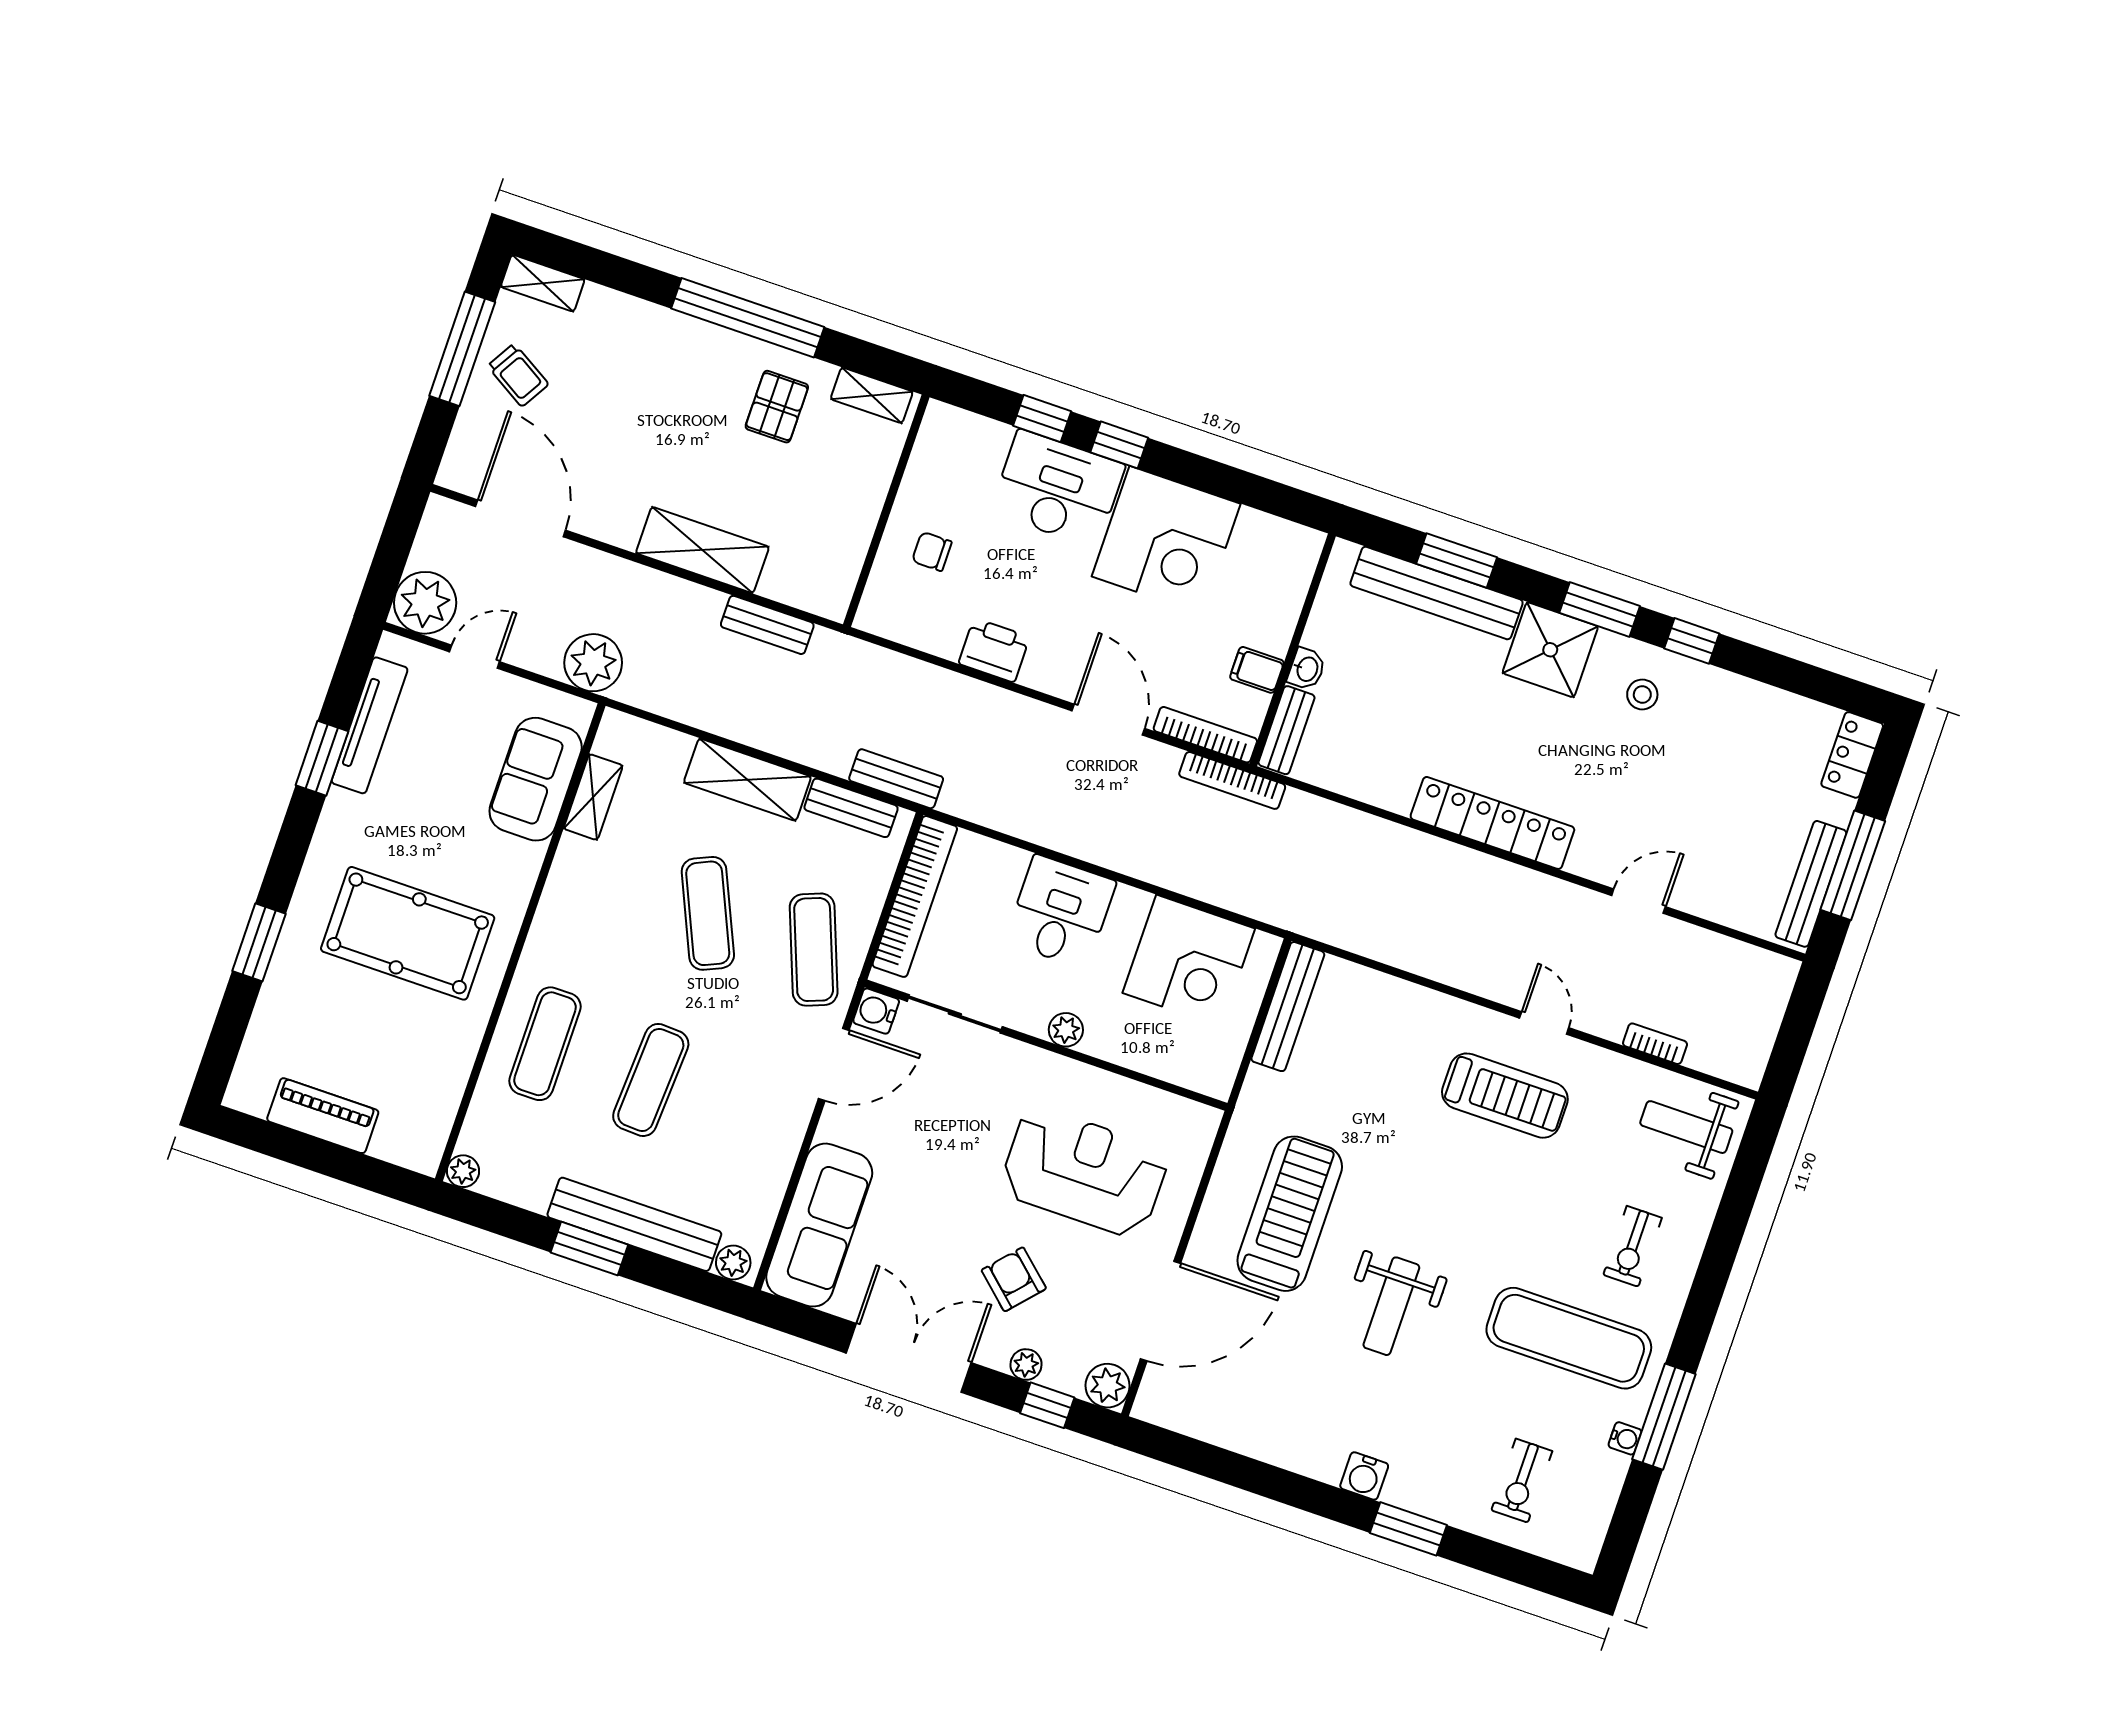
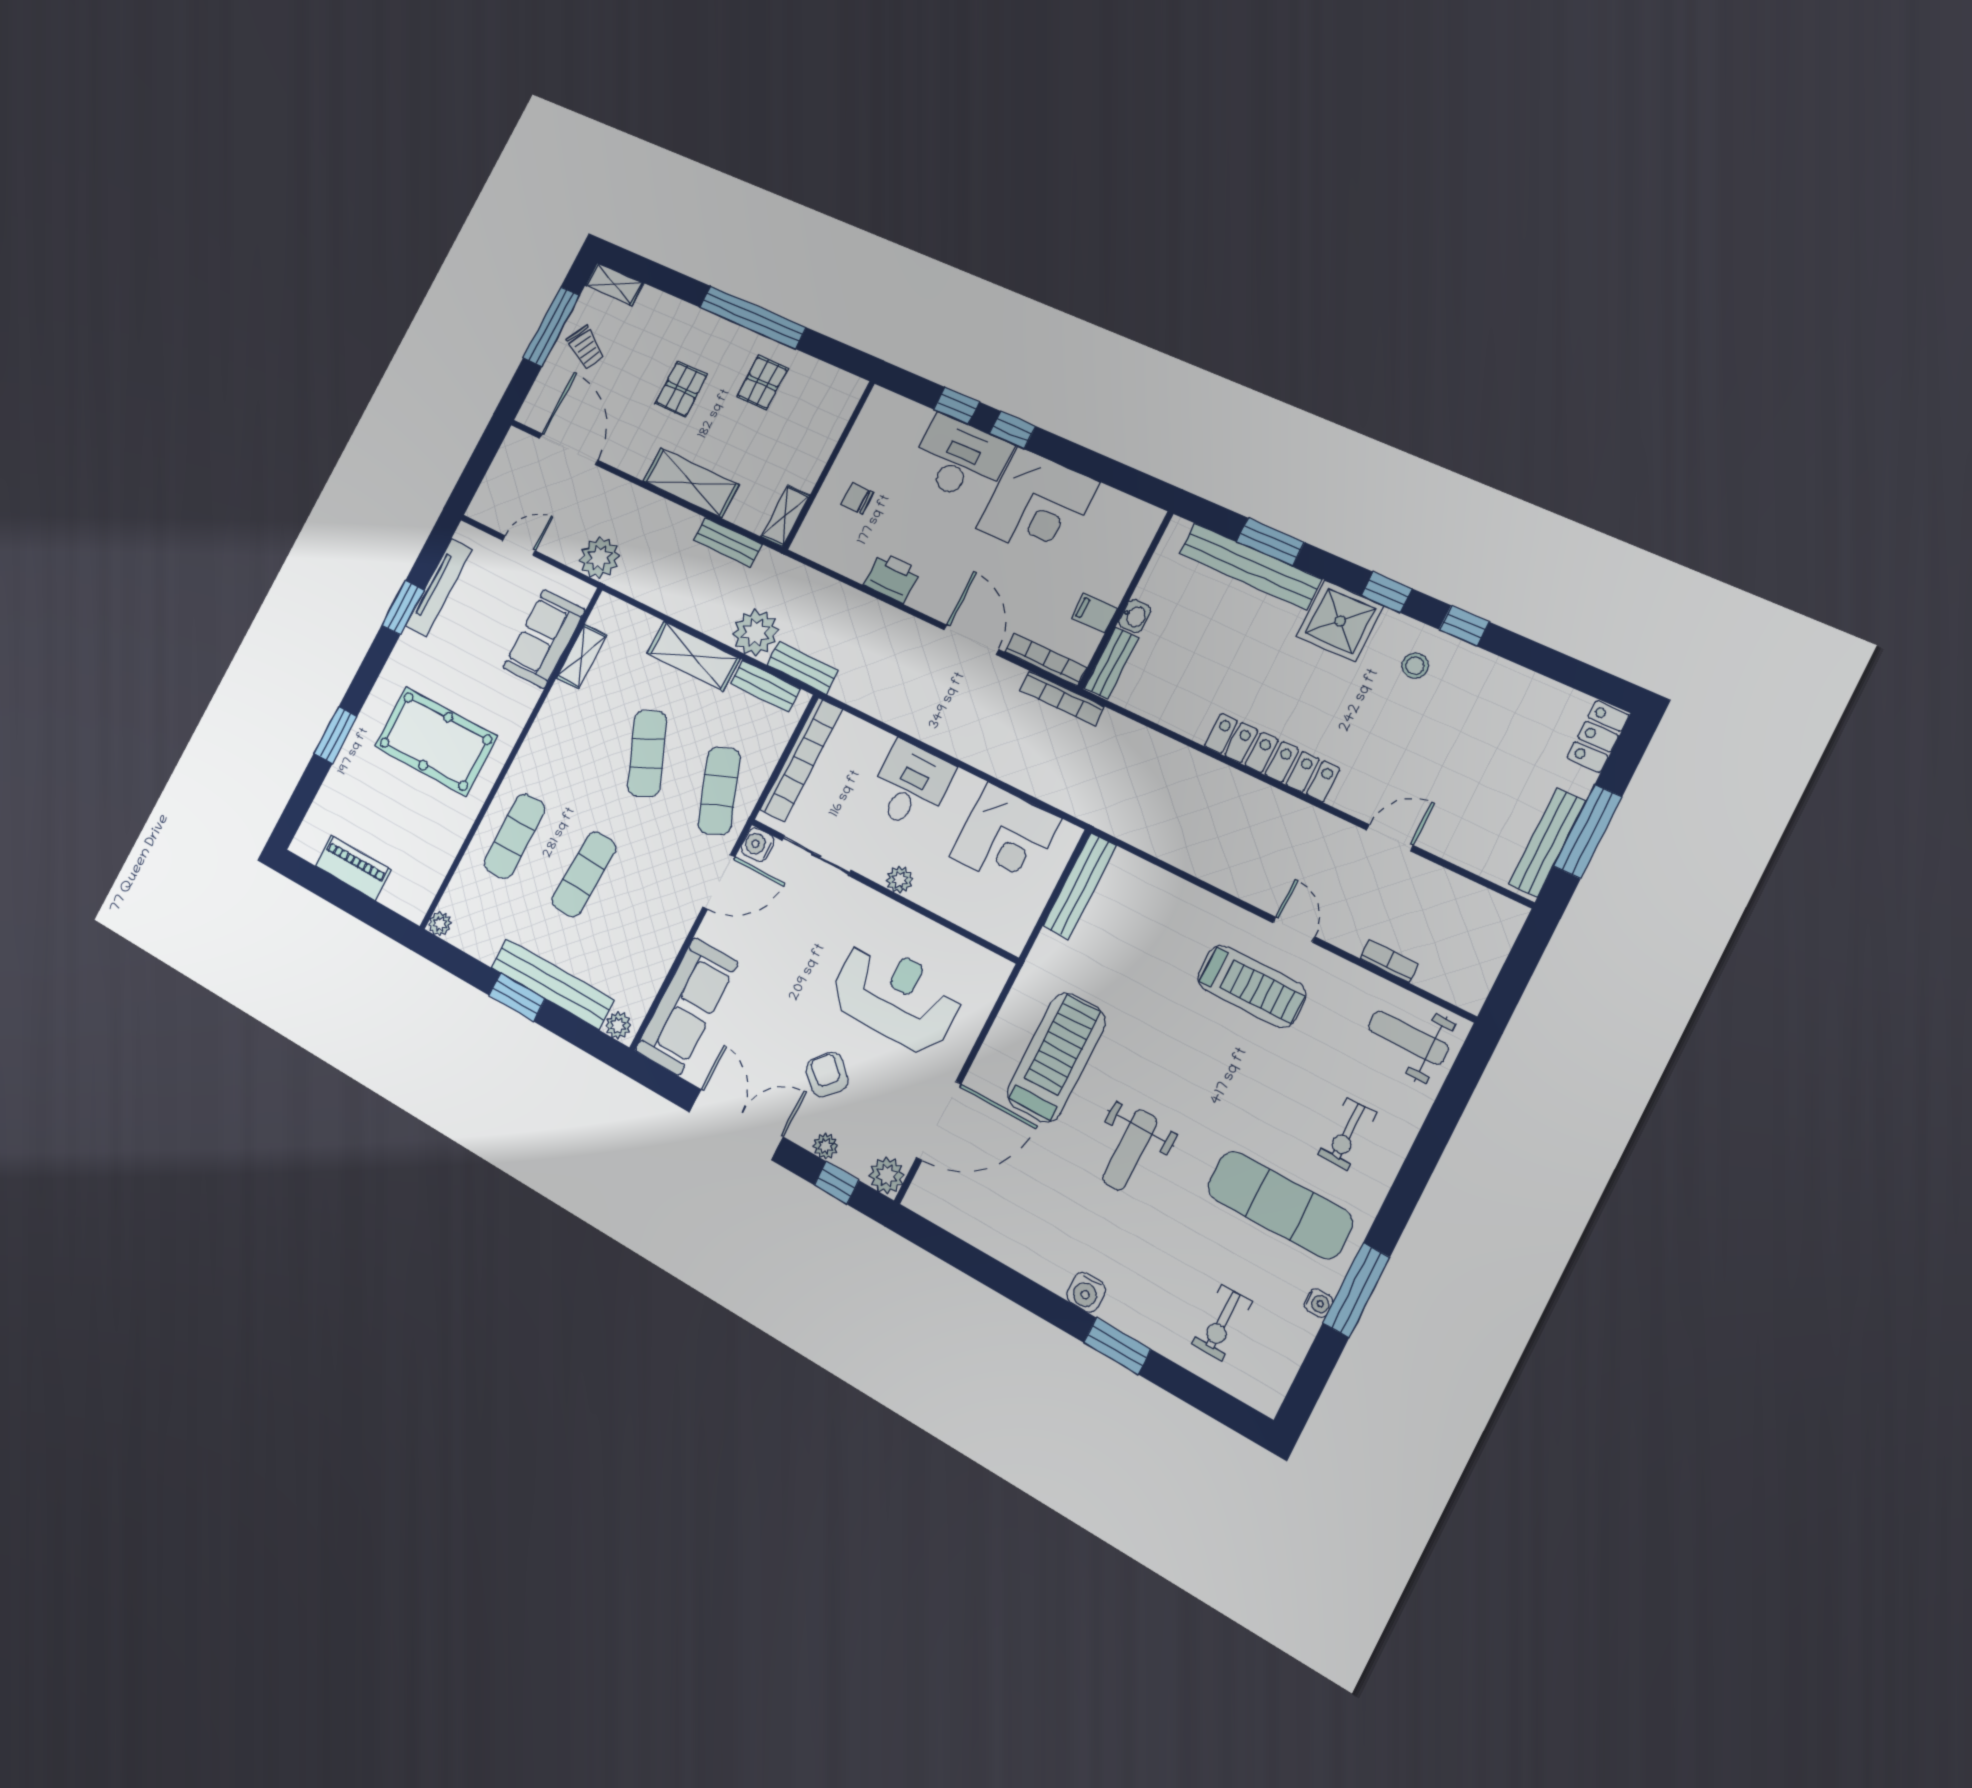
shelving: (872, 395) -> (785, 516), moved, turned 90
pallet: (666, 424) -> (681, 389), added
plant: (425, 603) -> (755, 632), moved
window: (1600, 609) -> (1387, 592), width x0.67

